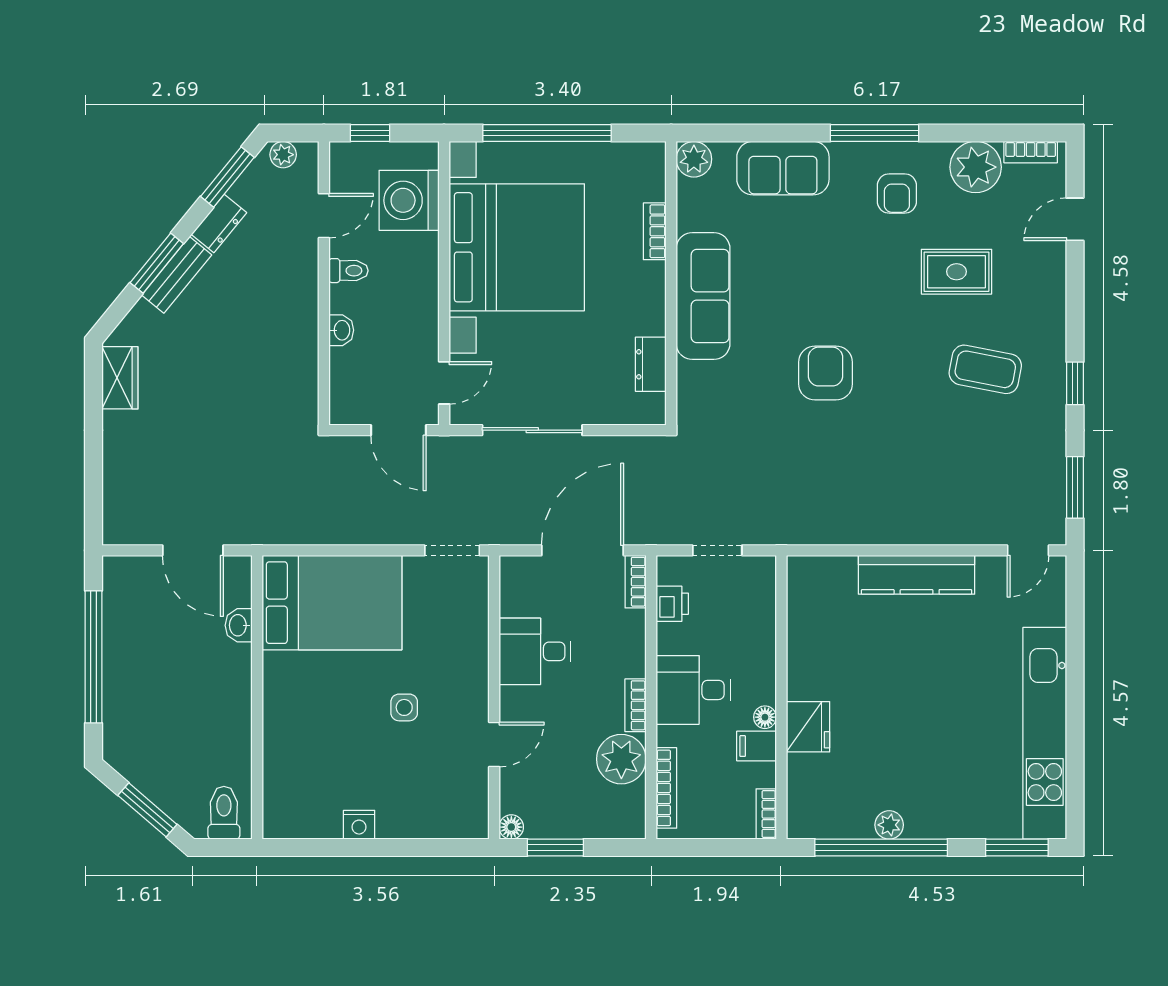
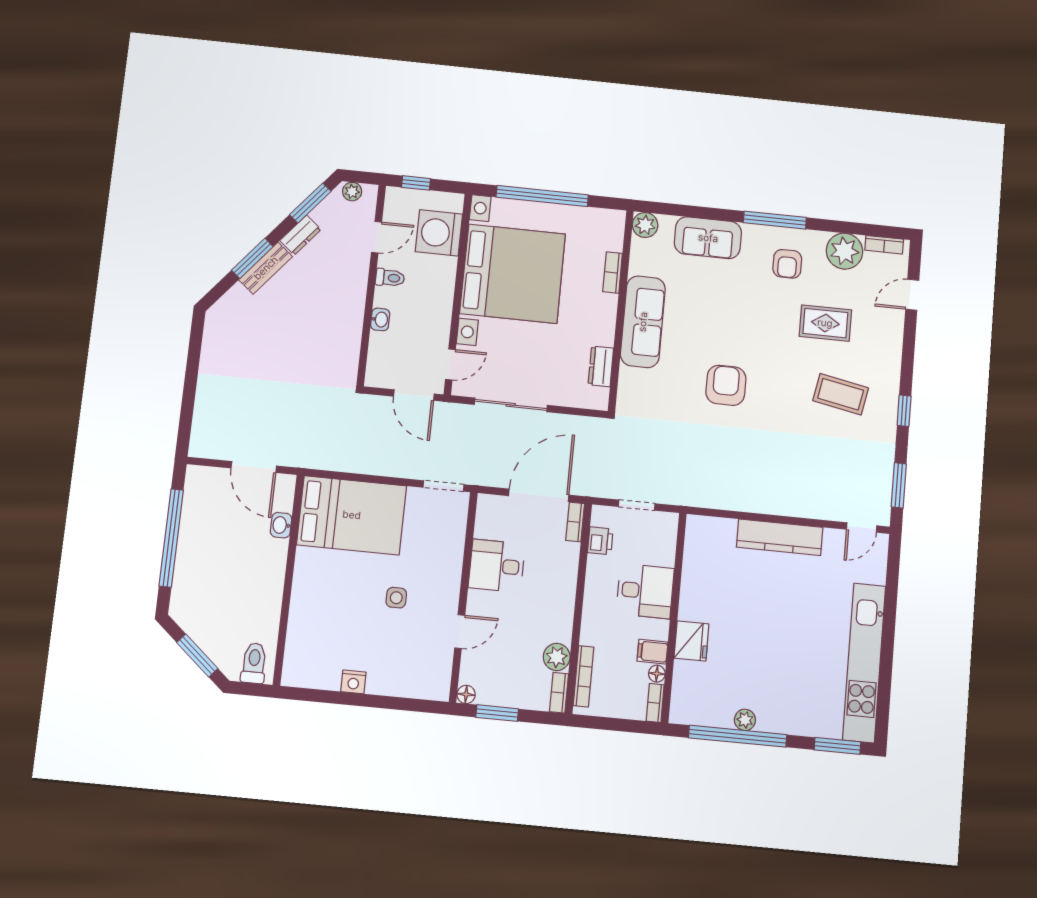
wardrobe: (120, 378) -> (216, 337), removed
desk: (693, 690) -> (645, 591), moved, turned 180
bookcase: (636, 705) -> (559, 693), moved
floor lamp: (765, 717) -> (657, 674), moved
plant: (621, 759) -> (557, 657), width x0.73, depth x0.73

